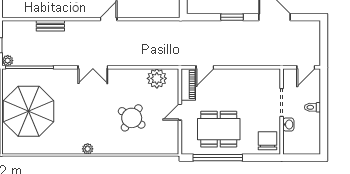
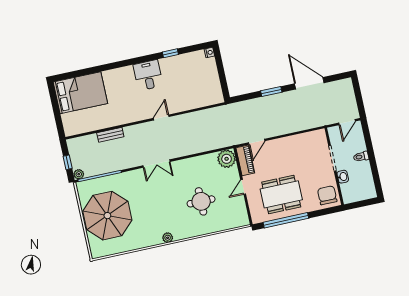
plant: (157, 78) -> (227, 159), moved
round table: (132, 118) -> (201, 201), turned -35

